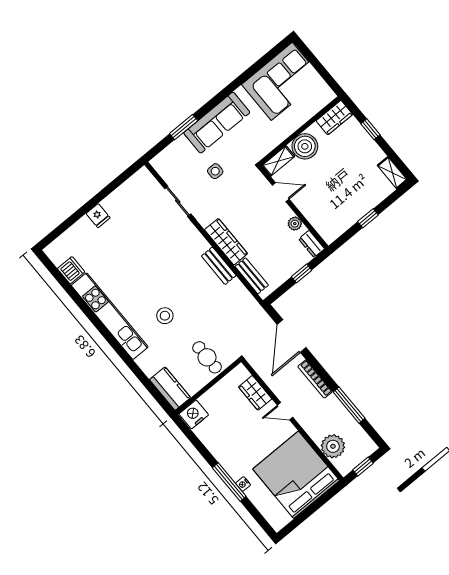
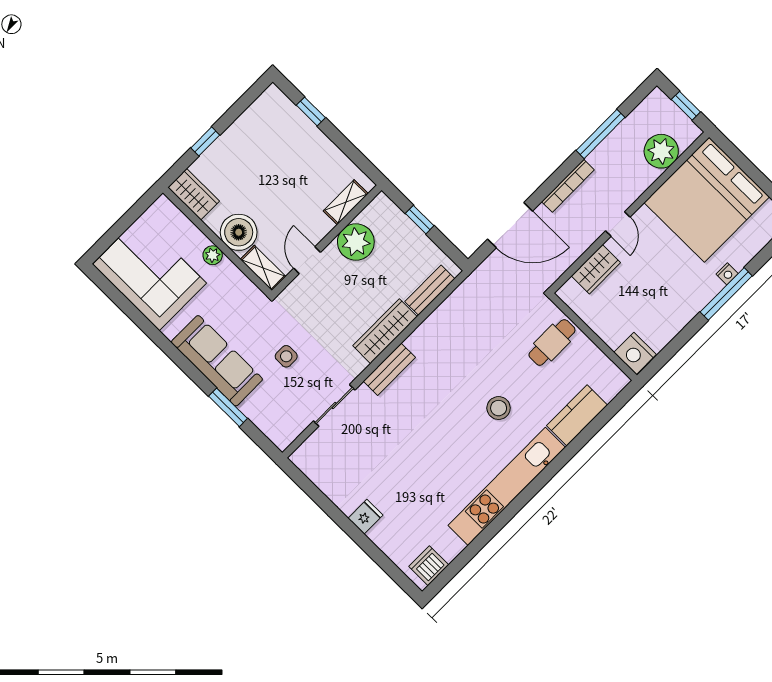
plant: (291, 127) -> (213, 255), added
shelving: (392, 173) -> (346, 202), moved
window: (368, 218) -> (311, 111), moved
plant: (295, 224) -> (356, 242), width x1.87, depth x1.87
dresser: (312, 244) -> (376, 209), removed
bench: (219, 266) -> (389, 369), moved
dishwasher: (71, 270) -> (429, 566), moved
kitchen counter: (170, 389) -> (577, 415), moved

